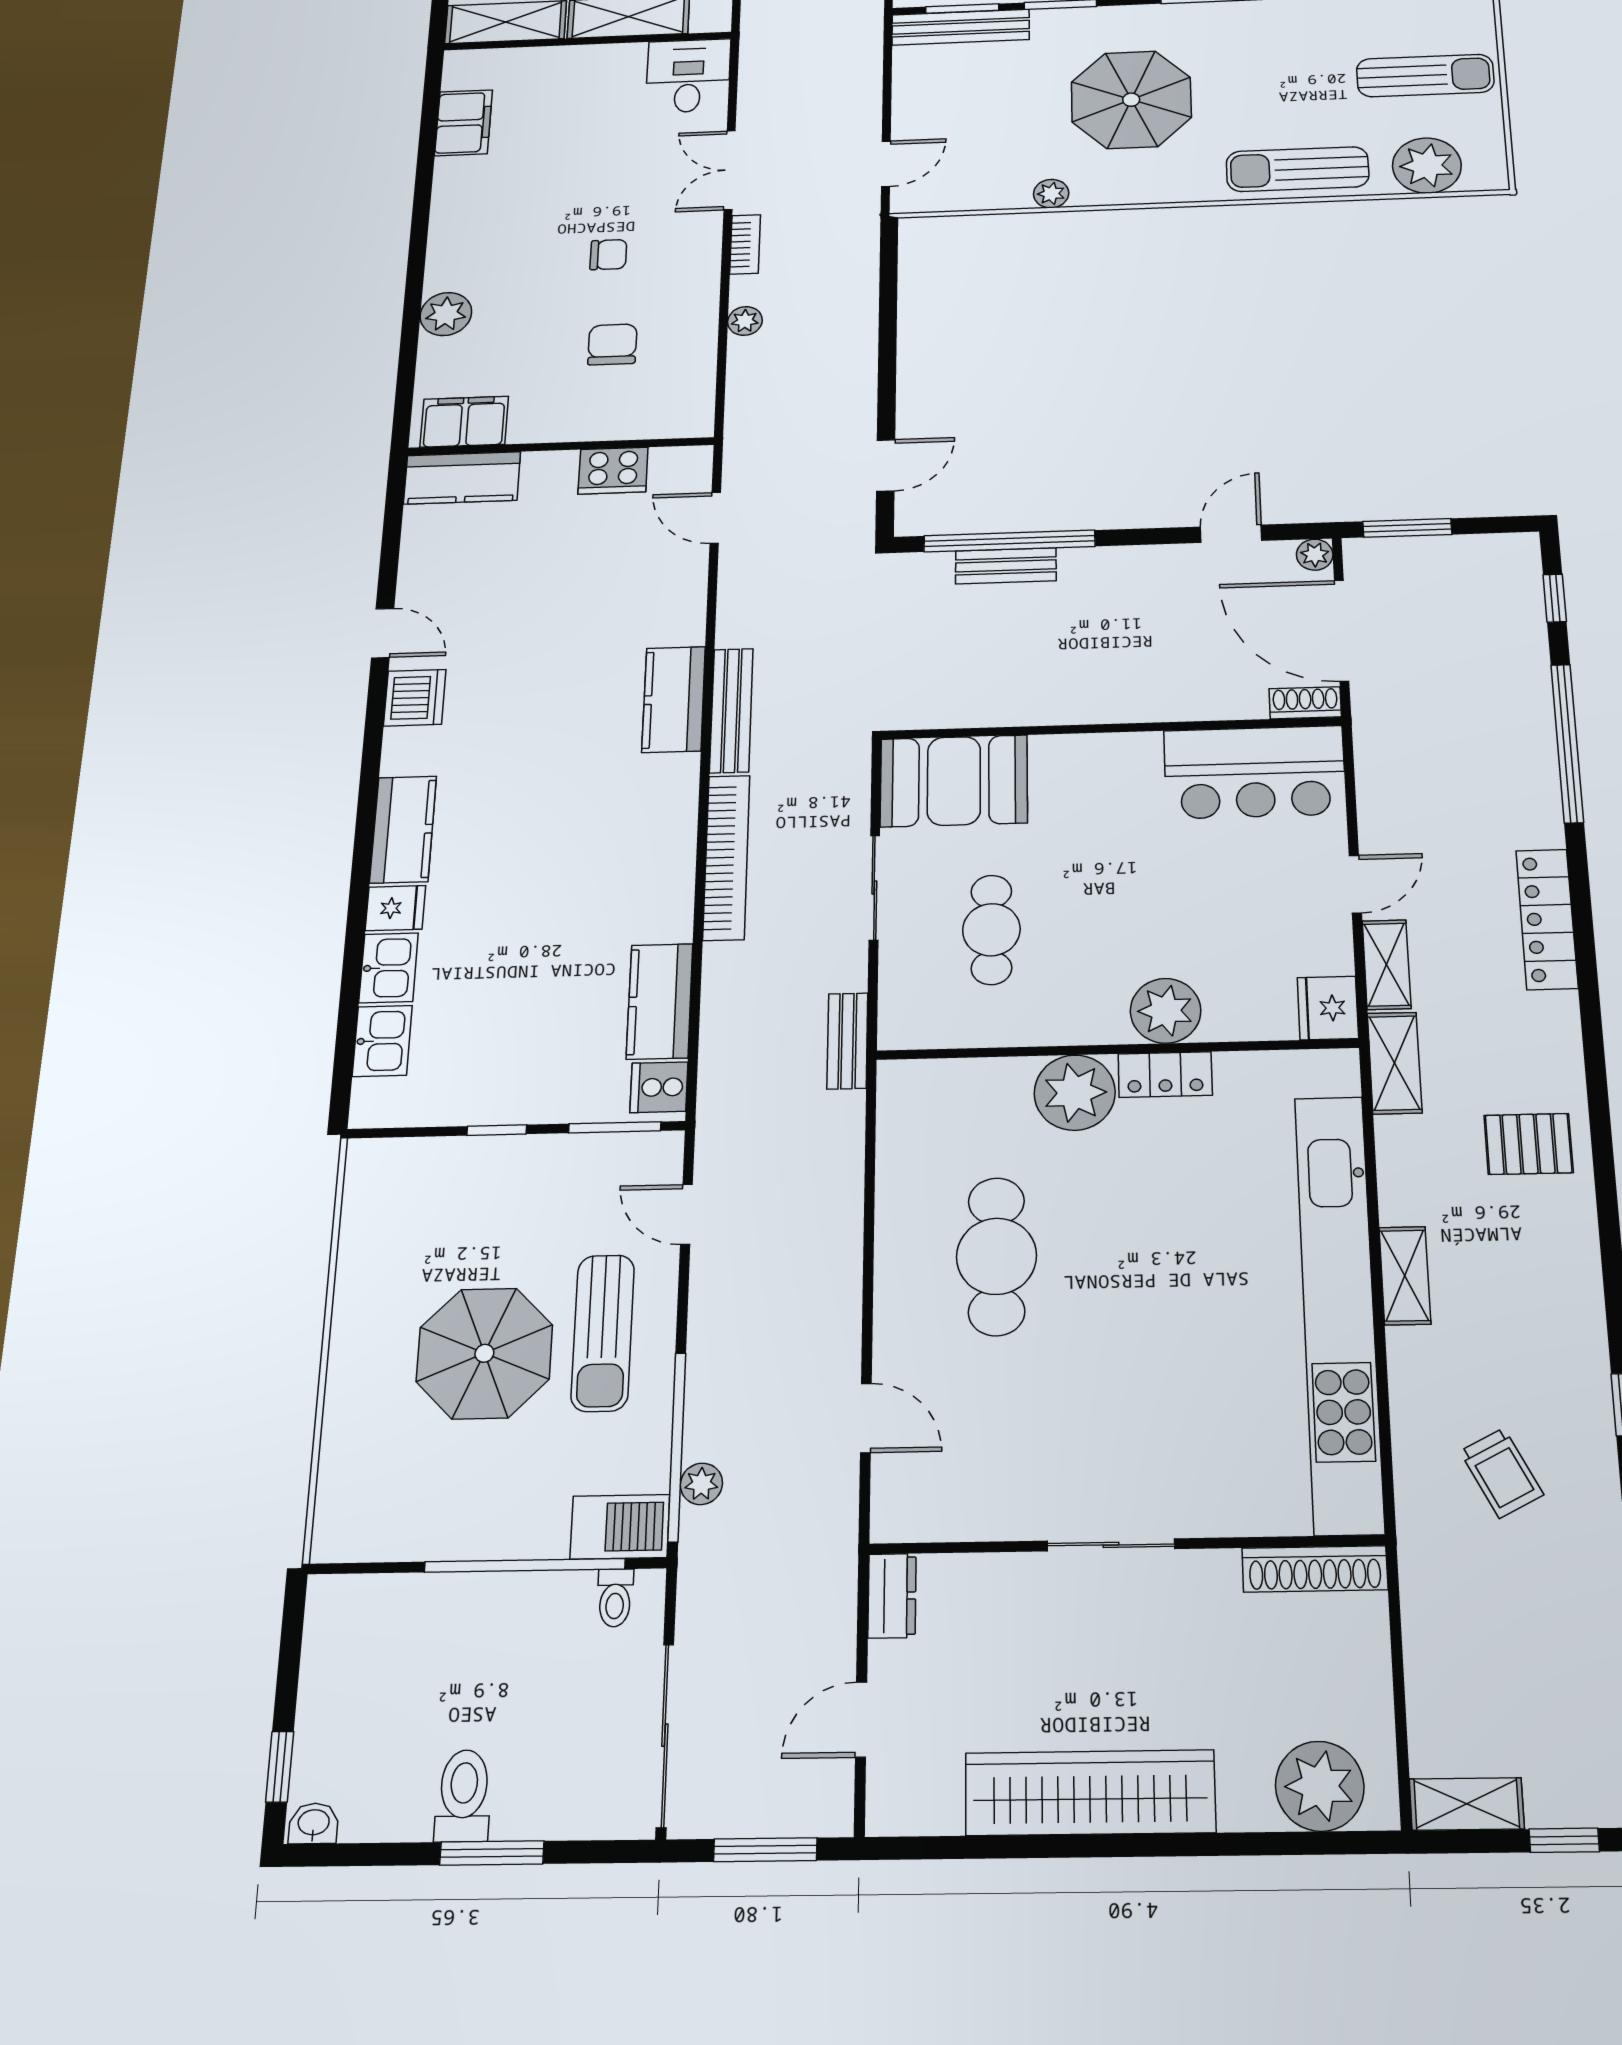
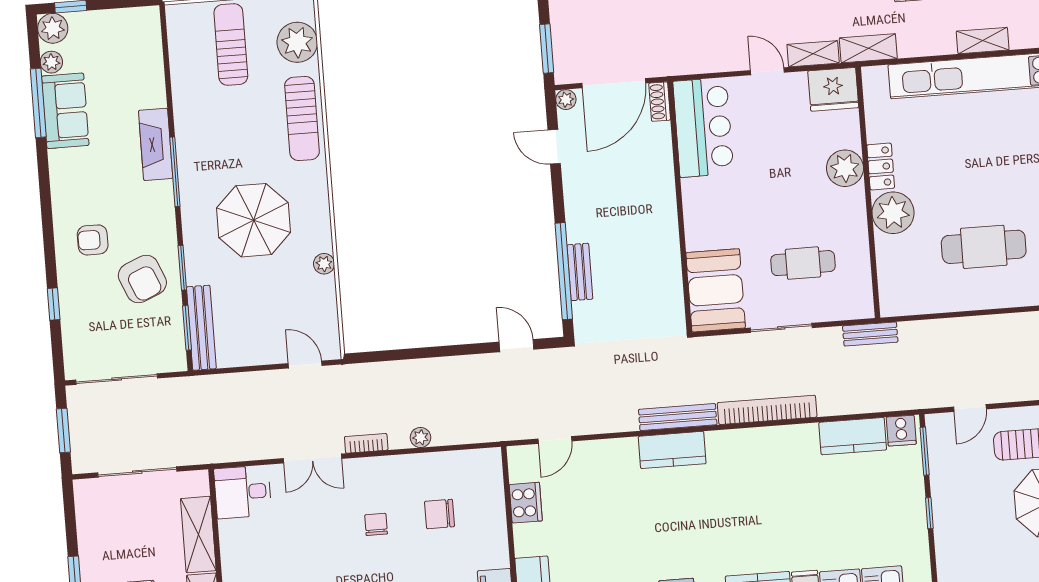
fridge: (1328, 1008) -> (833, 89), width x1.36, depth x1.34

